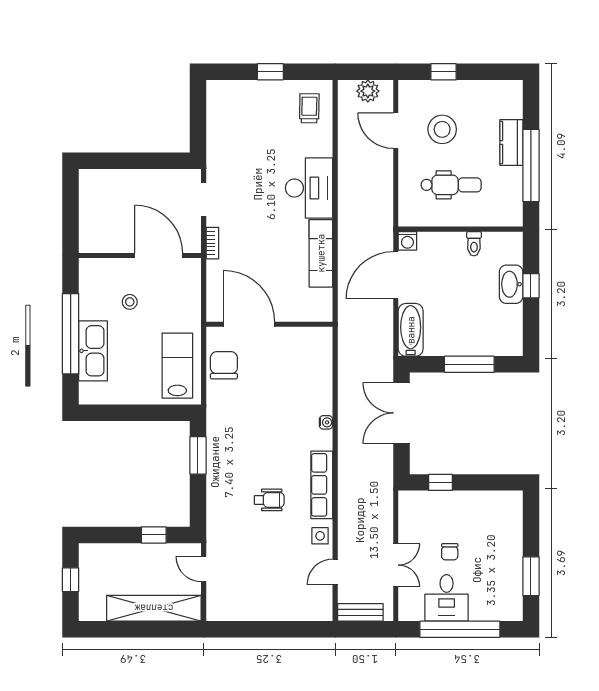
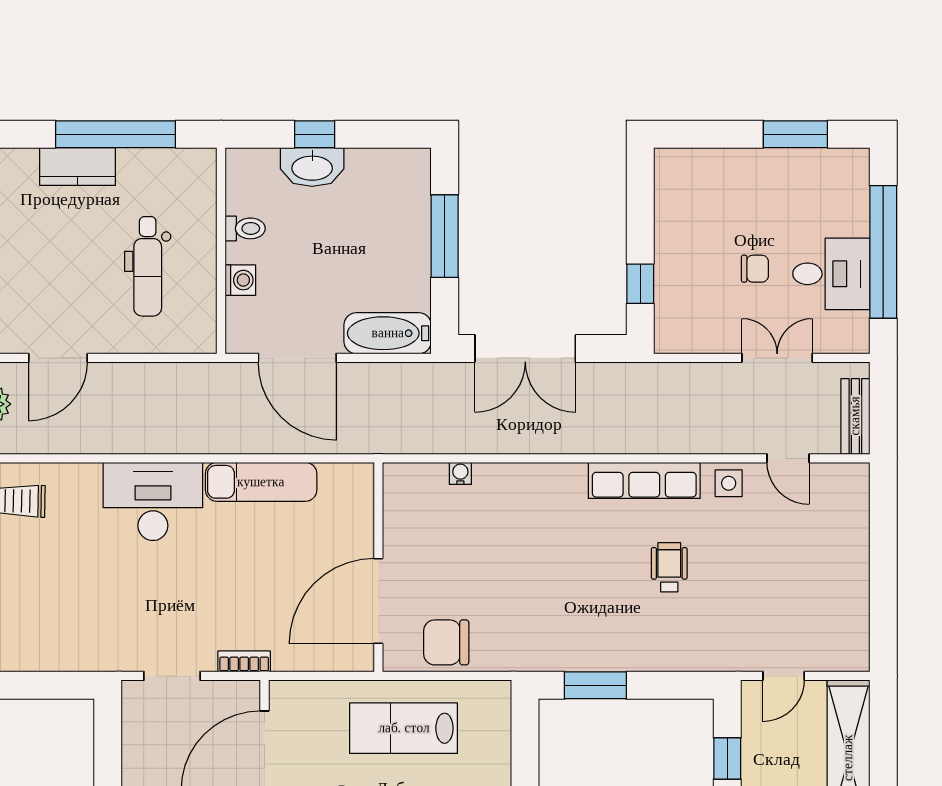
stool: (442, 129) -> (56, 281), removed
dental chair: (451, 185) -> (148, 266), turned 180
washing machine: (407, 241) -> (240, 280), moved
lab bench: (177, 366) -> (404, 728), moved
water cooler: (326, 422) -> (460, 473), moved

